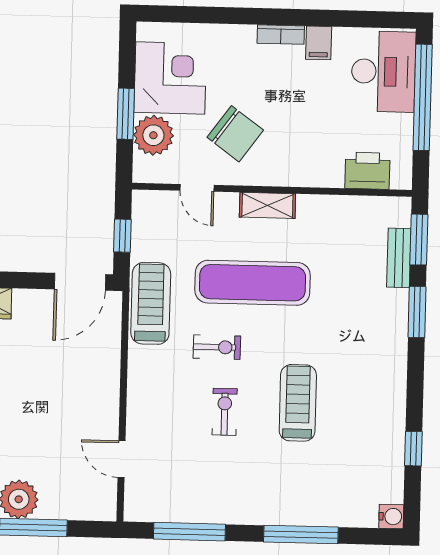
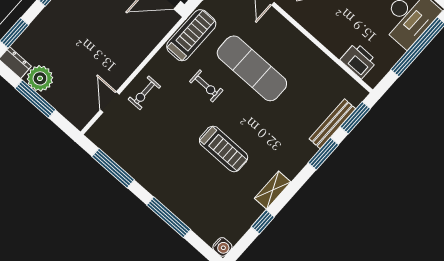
shelving: (267, 205) -> (273, 190), moved, turned 90
bench: (399, 258) -> (332, 124), width x1.36
treadmill: (298, 403) -> (224, 149), turned 90
exercise bike: (225, 412) -> (144, 93), moved, turned 180

